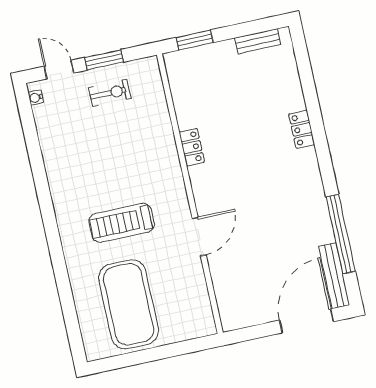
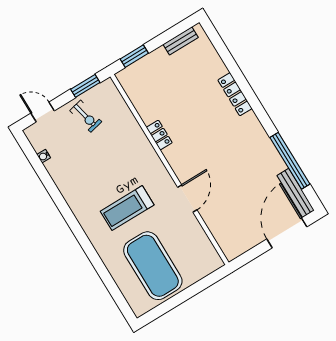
window: (104, 60) -> (85, 86), moved
exercise bike: (110, 93) -> (86, 116), turned 77
water cooler: (36, 98) -> (44, 156), moved
locker: (302, 129) -> (235, 94), width x1.53

